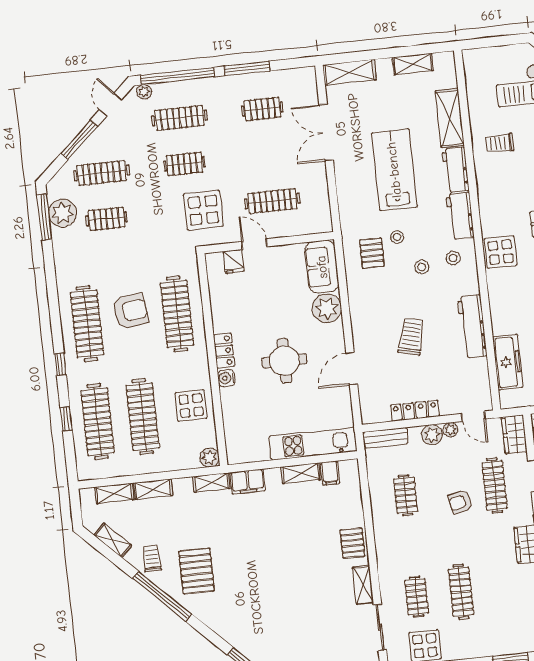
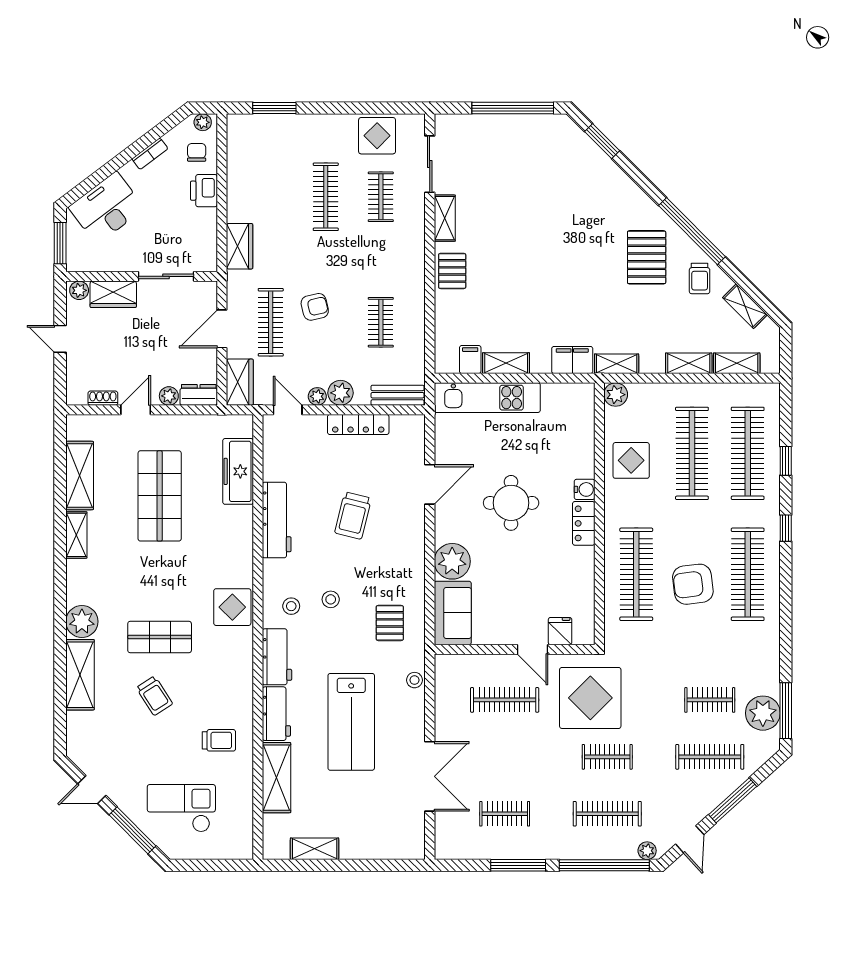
shelving: (349, 72) -> (393, 847), removed
display table: (203, 210) -> (590, 698), width x1.36, depth x1.36
stool: (397, 237) -> (414, 680), moved

